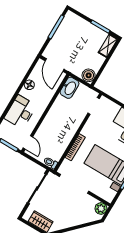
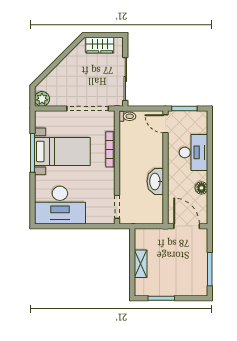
shelving: (108, 46) -> (141, 264), moved
boiler: (89, 75) -> (142, 237), removed
washbasin: (69, 88) -> (155, 181), moved

